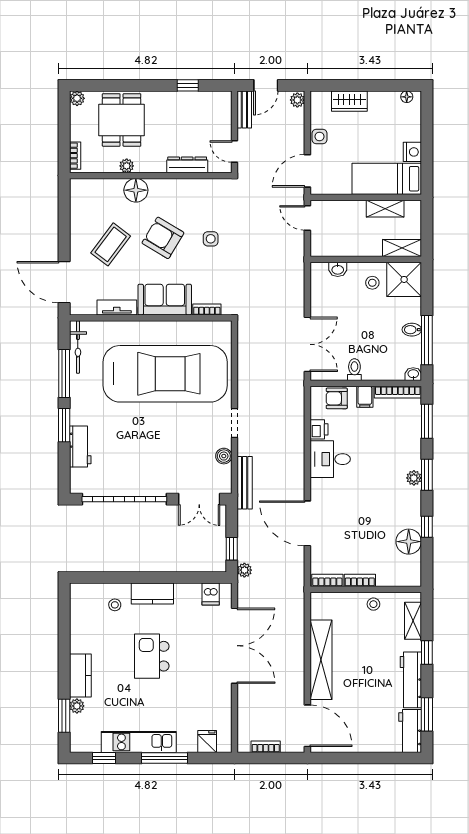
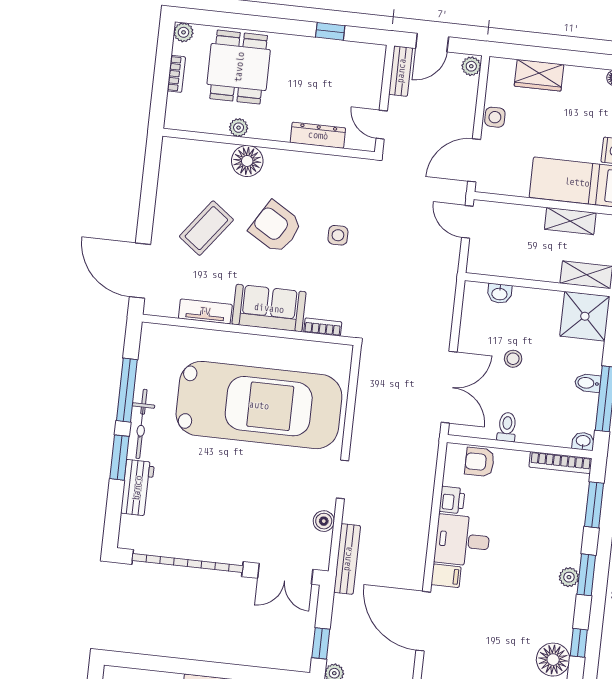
bookcase: (75, 156) -> (176, 74), moved
stool: (372, 283) -> (513, 359), moved
bicycle: (78, 347) -> (141, 424), moved
filing cabinet: (365, 397) -> (446, 576), moved, turned -90

